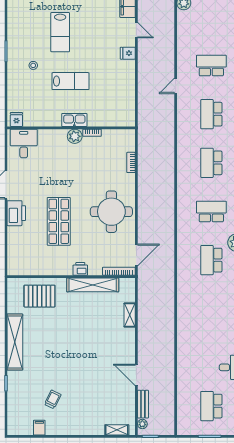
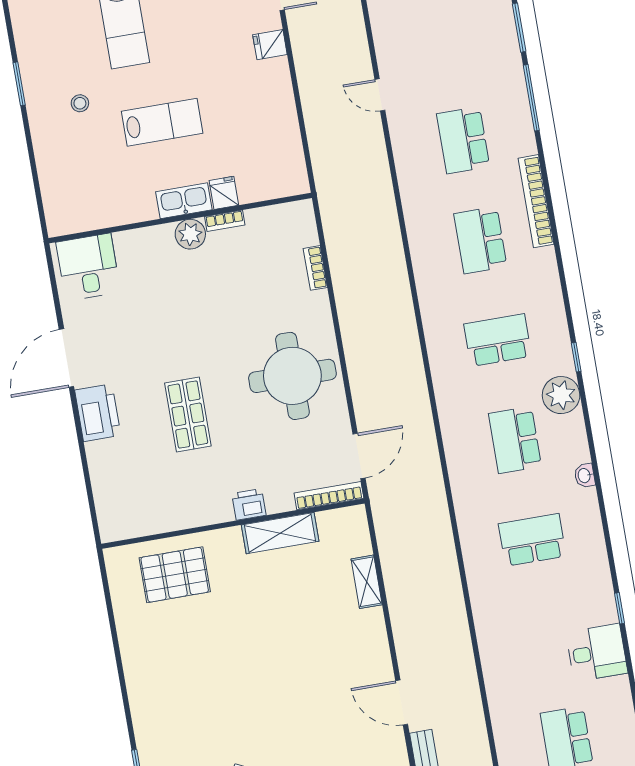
school desk: (211, 66) -> (532, 540), moved
door: (176, 86) -> (380, 95), hinge flipped
fridge: (16, 120) -> (224, 193), moved
shop shelf: (59, 221) -> (188, 415), width x0.70, depth x0.74
shelving: (93, 285) -> (280, 533), width x0.68
shelving: (15, 342) -> (141, 678), removed

